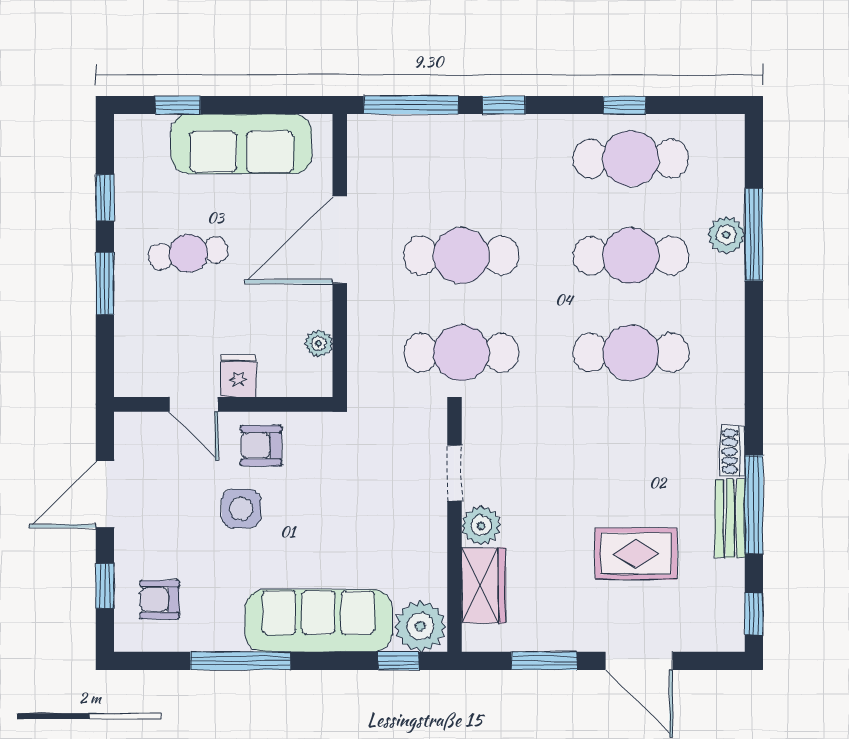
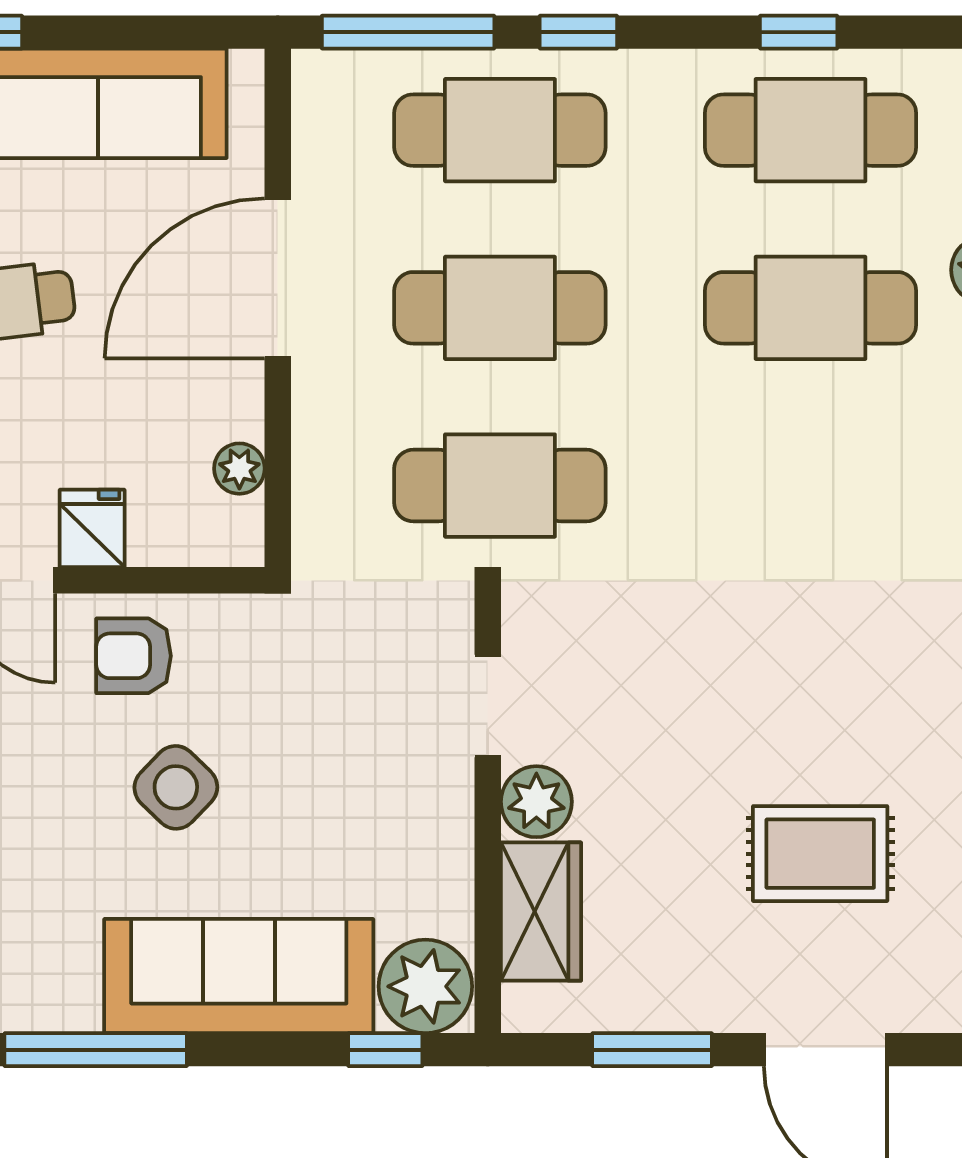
cafe table: (631, 353) -> (500, 130), moved
side table: (241, 509) -> (176, 787), moved, turned 45

